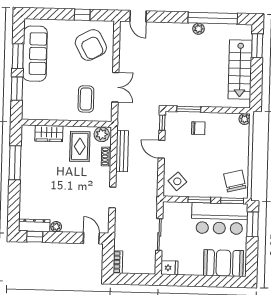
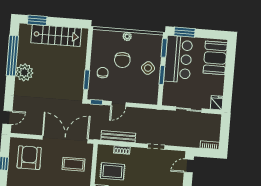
plant: (199, 29) -> (24, 72), width x1.88, depth x1.88
armchair: (91, 45) -> (29, 158), turned -62
double door: (115, 87) -> (65, 139), width x1.87
plant: (245, 119) -> (127, 36), moved
plant: (102, 134) -> (103, 153), removed
side table: (177, 181) -> (148, 68), moved
chair: (235, 181) -> (122, 60), moved, turned -76

